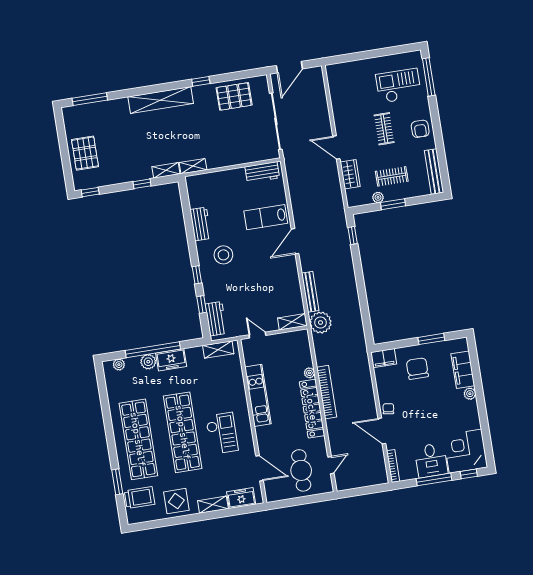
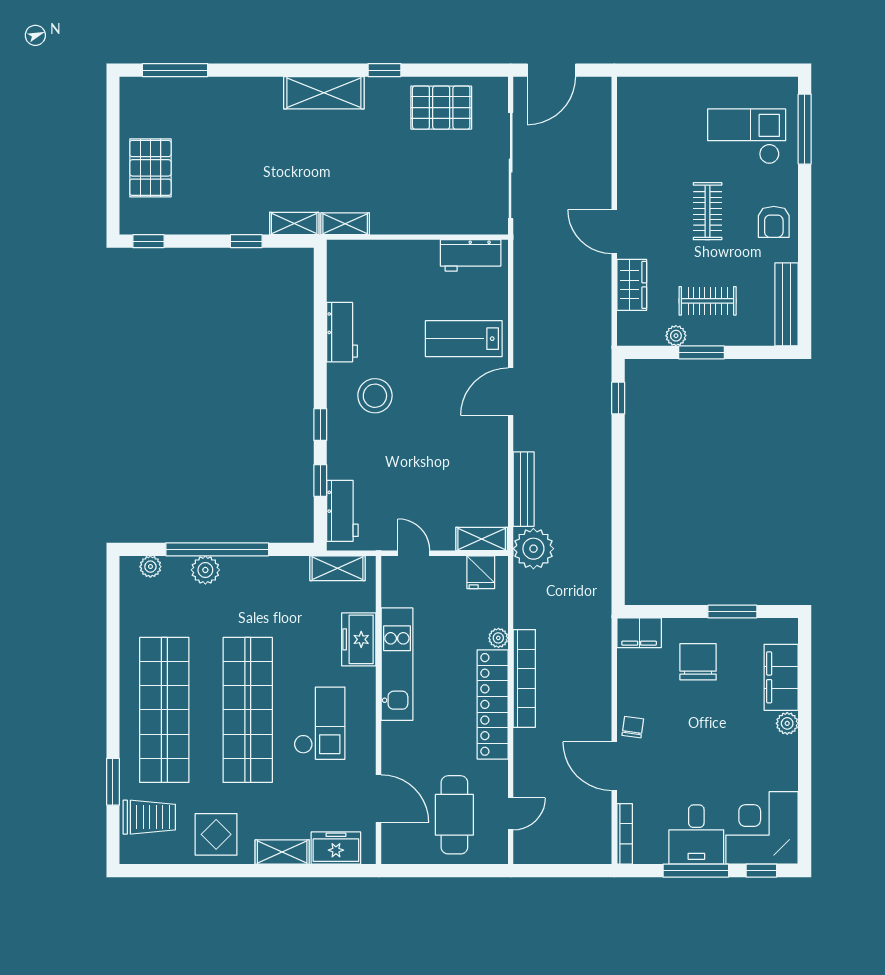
shelving: (161, 100) -> (324, 93), width x0.68
fridge: (295, 340) -> (481, 572), added
freezer: (171, 360) -> (359, 639), moved, turned 90

